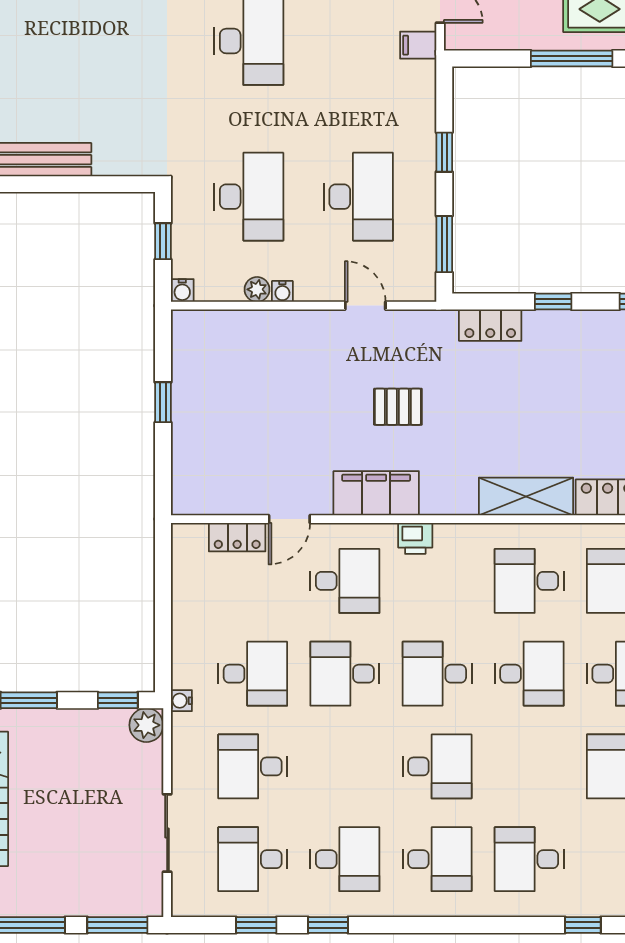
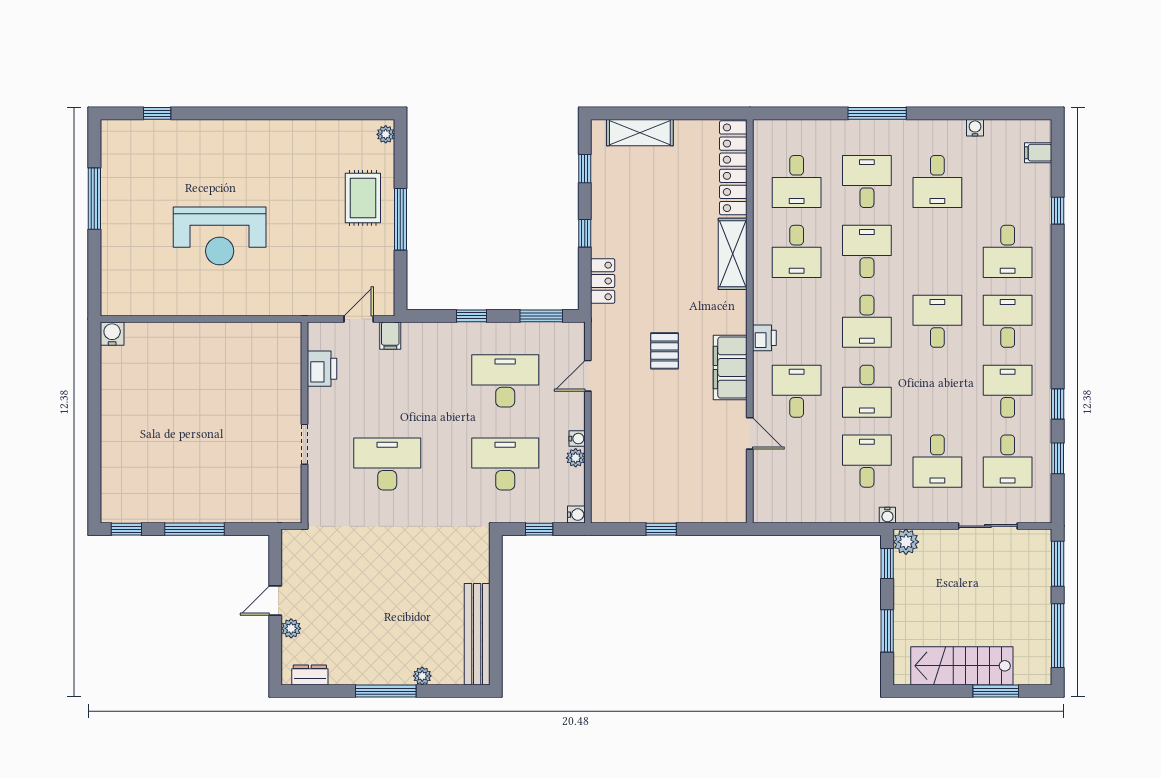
locker: (237, 537) -> (763, 473), removed

